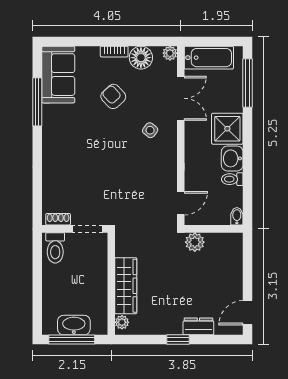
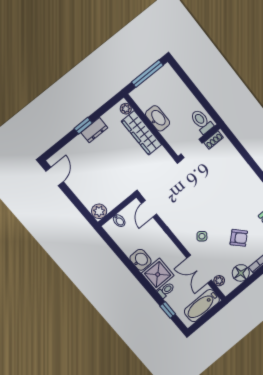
plant: (170, 53) -> (219, 281), moved
window: (247, 83) -> (168, 310), width x0.46
toilet: (232, 179) -> (166, 290), moved
bidet: (237, 216) -> (119, 221), moved
plant: (195, 242) -> (99, 211), moved
washbasin: (74, 325) -> (158, 118), moved, turned -90
dresser: (198, 326) -> (94, 130), moved

